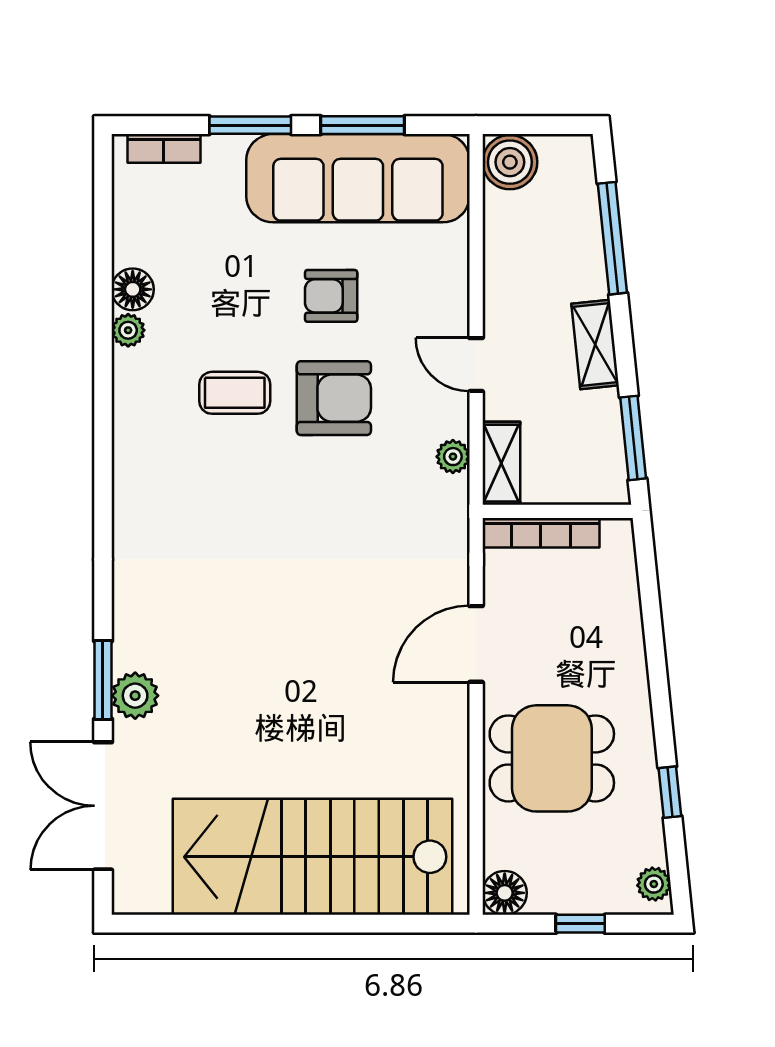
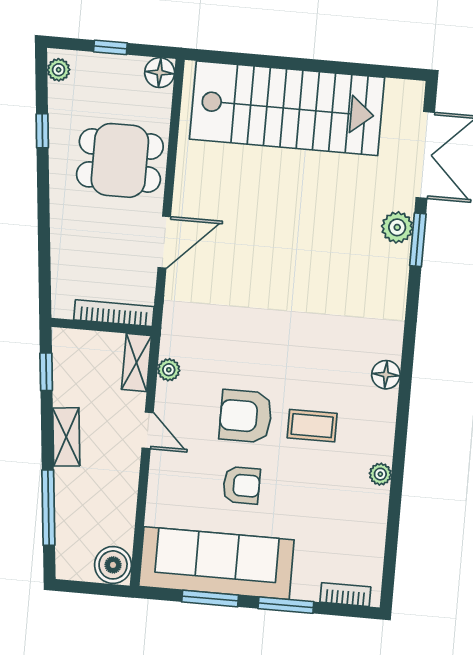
floor lamp: (133, 289) -> (386, 375), moved
window: (633, 438) -> (46, 372), width x0.67

